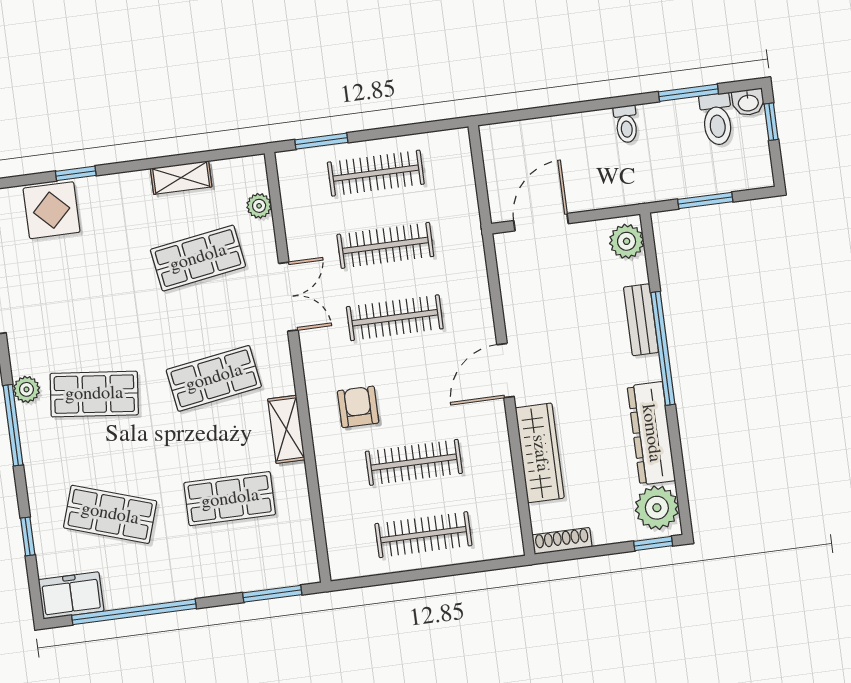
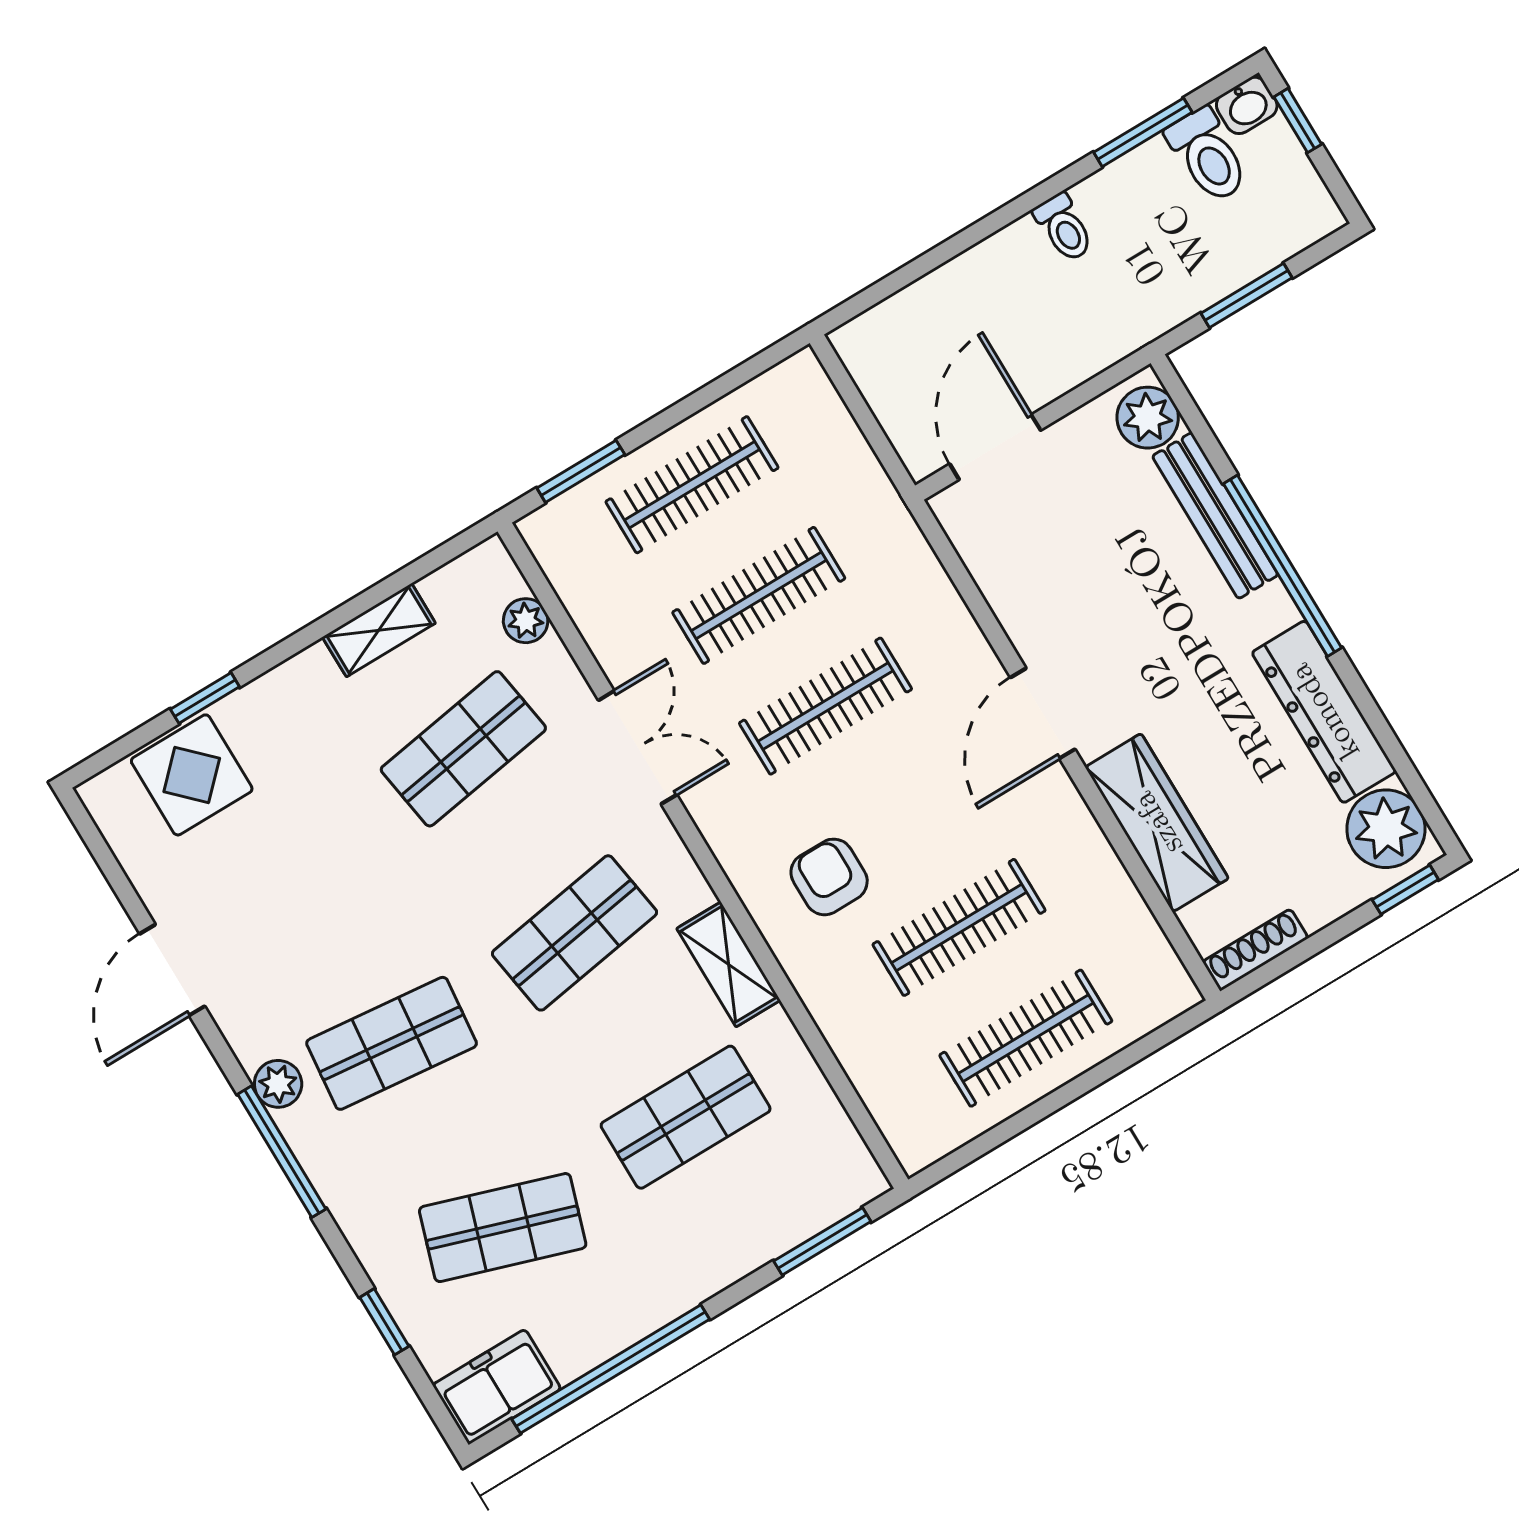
bench: (641, 320) -> (1215, 516), width x1.36

